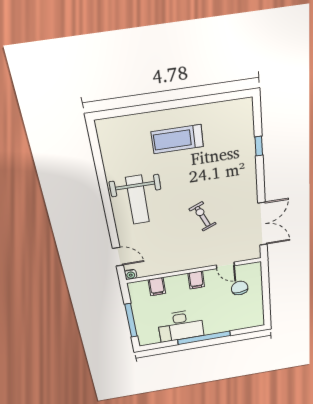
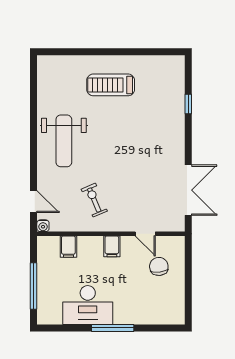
exercise bike: (203, 216) -> (94, 200), moved
window: (204, 338) -> (113, 328), width x0.68

